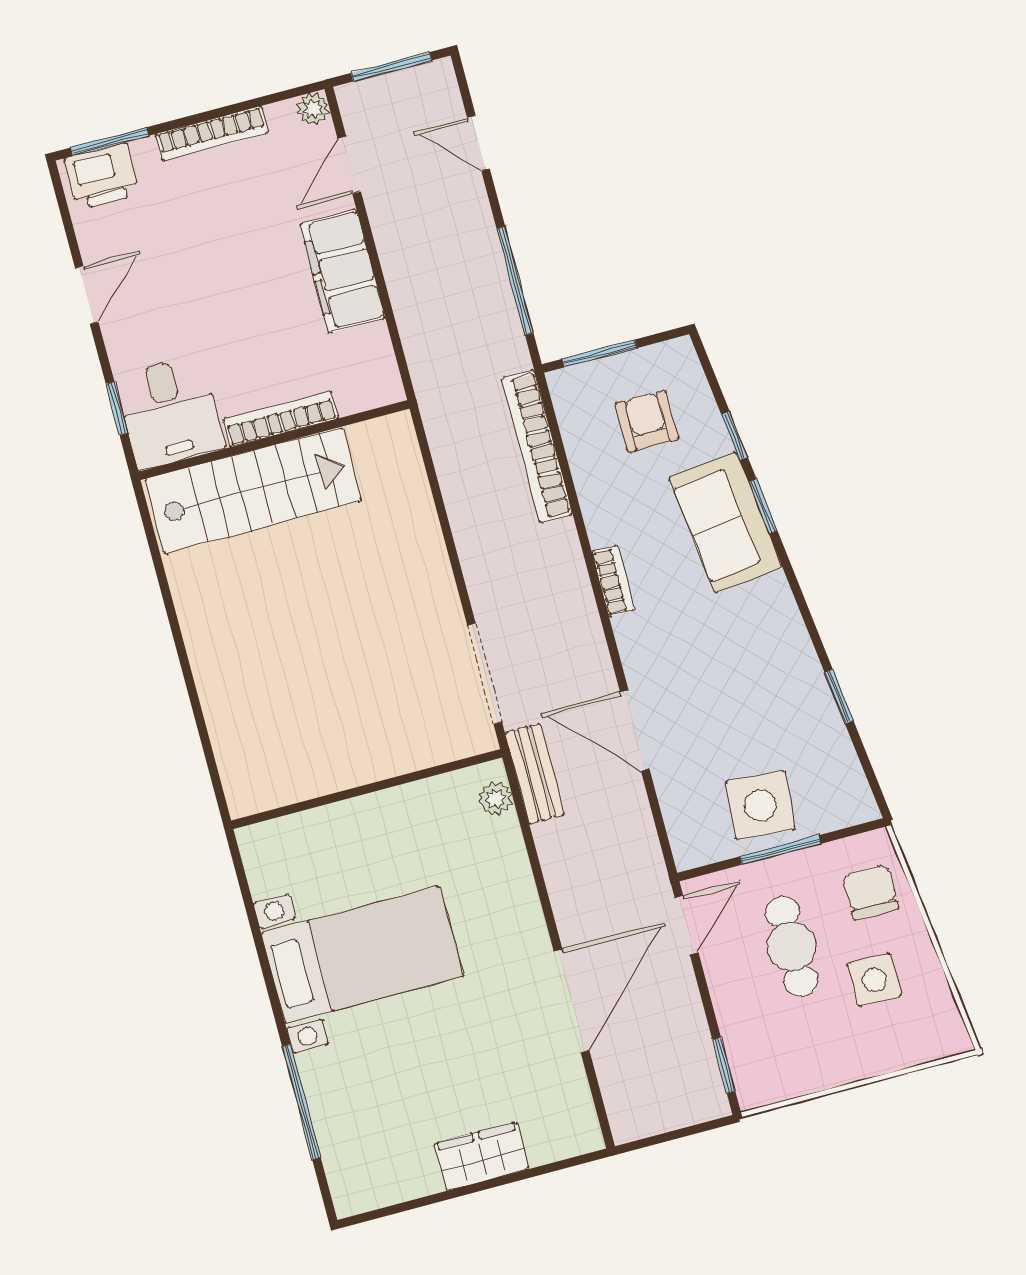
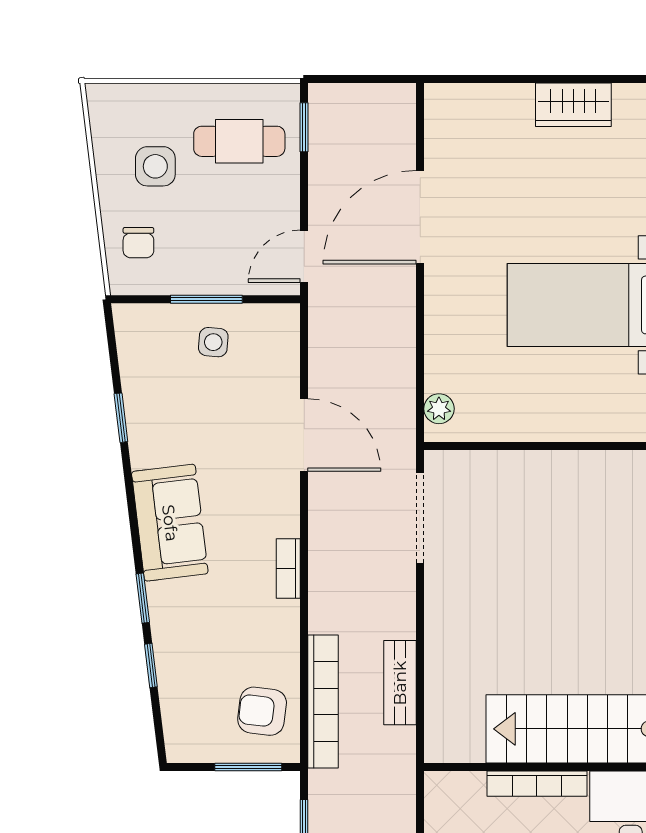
armchair: (647, 421) -> (262, 711), moved, turned 97
sofa: (726, 522) -> (170, 523), moved
bench: (535, 774) -> (400, 683), moved
side table: (760, 805) -> (213, 342), width x0.54, depth x0.54
chair: (871, 892) -> (138, 243), width x0.73, depth x0.73
cafe table: (792, 946) -> (239, 141), moved, turned 90
wardrobe: (481, 1156) -> (573, 105), moved

